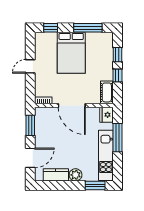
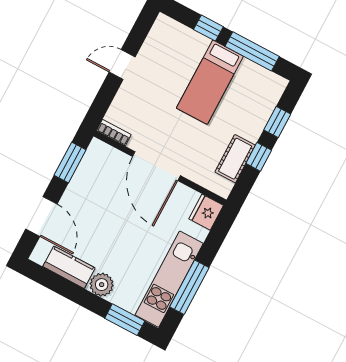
window: (51, 28) -> (208, 28), moved
bed: (71, 53) -> (210, 82), width x0.67
cot: (107, 92) -> (235, 159), moved
window: (117, 138) -> (189, 287), moved
door: (30, 158) -> (41, 217), hinge flipped

